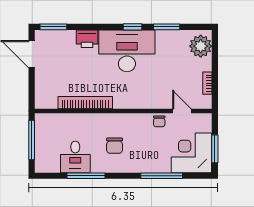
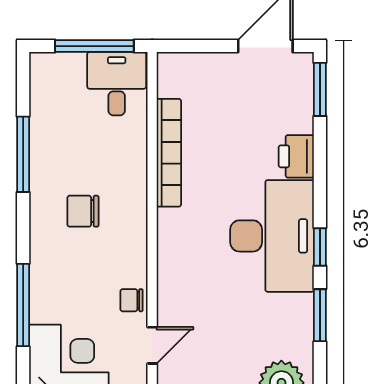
desk: (75, 157) -> (117, 84), moved, turned 90

